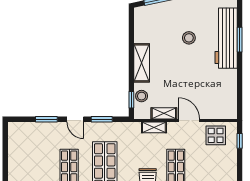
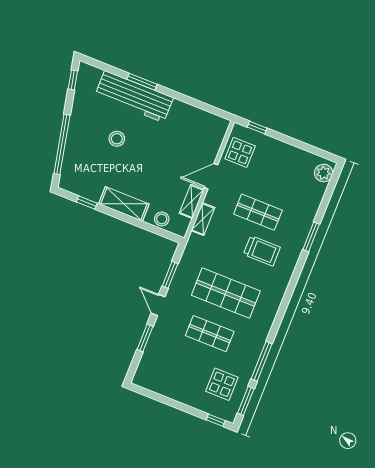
window: (131, 100) -> (87, 203), moved
door: (75, 119) -> (158, 305), swing flipped

